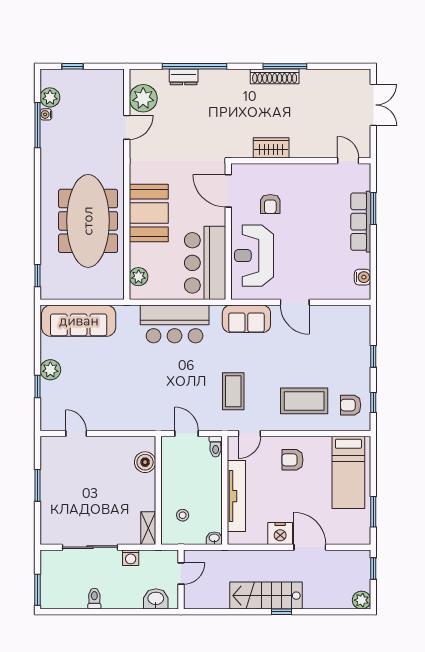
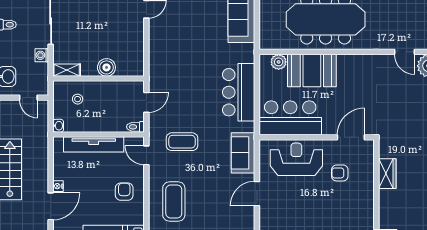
booth: (149, 213) -> (312, 70), moved
boiler: (145, 462) -> (106, 67), moved
nightstand: (280, 533) -> (58, 186), width x0.53, depth x0.56

